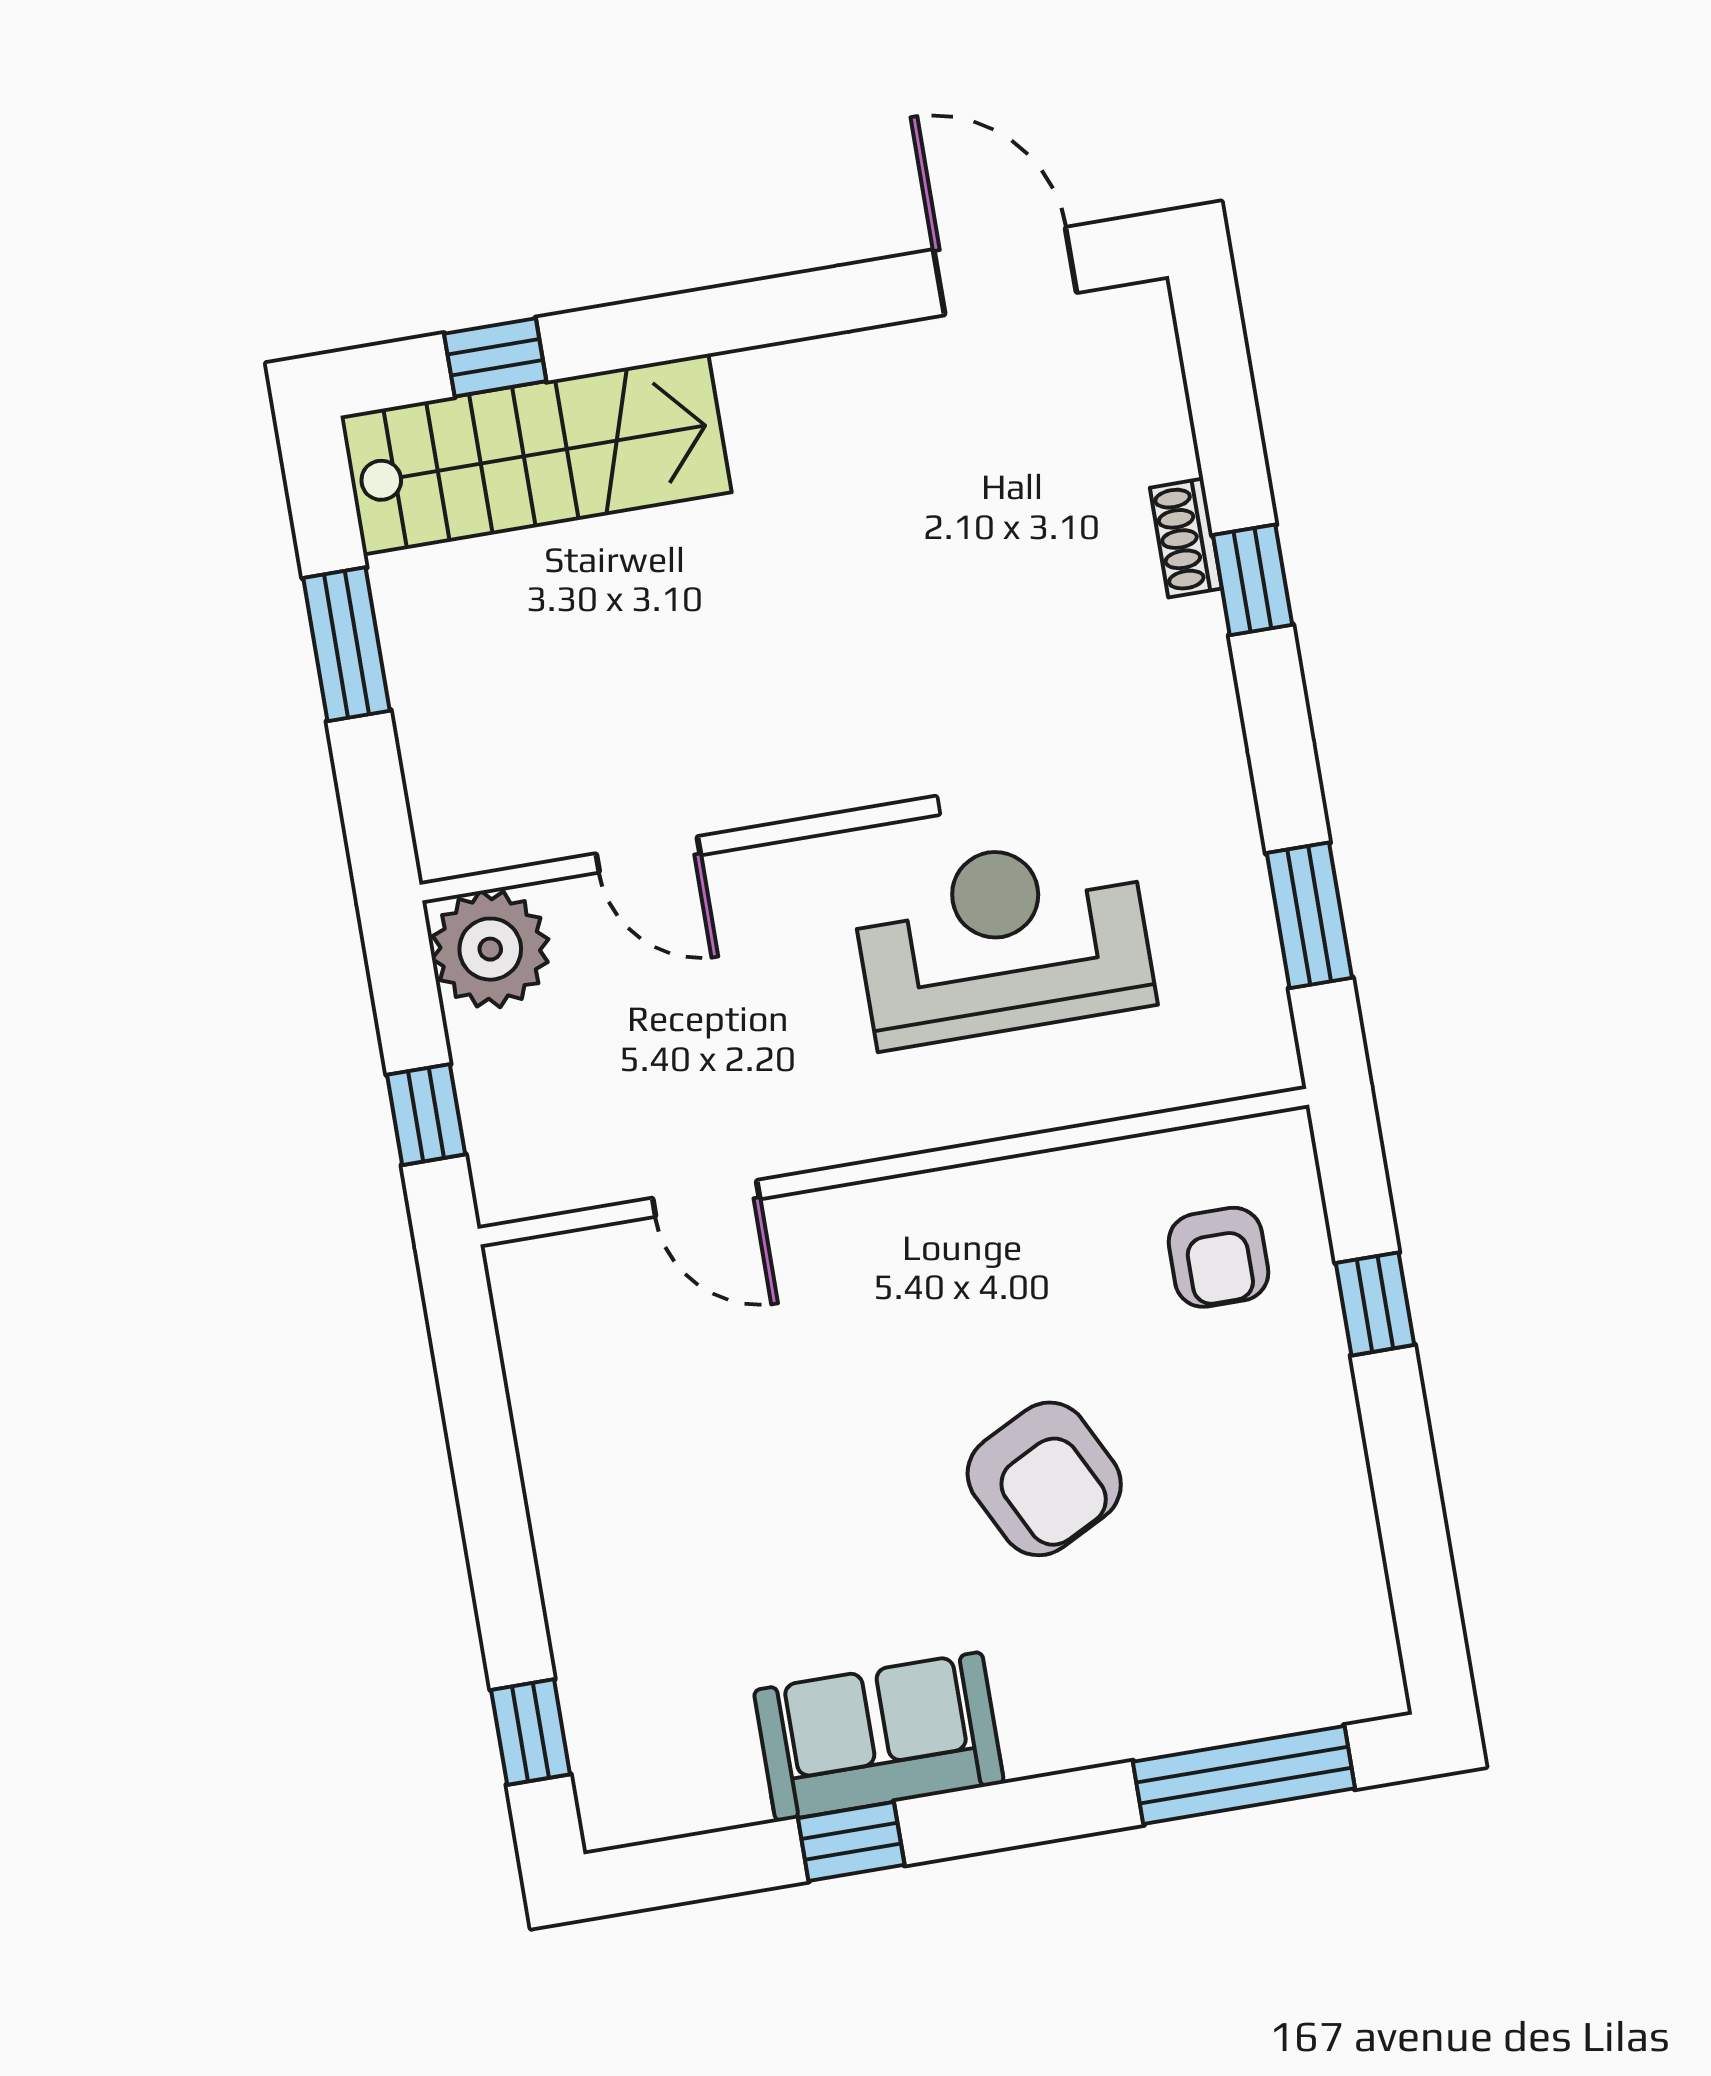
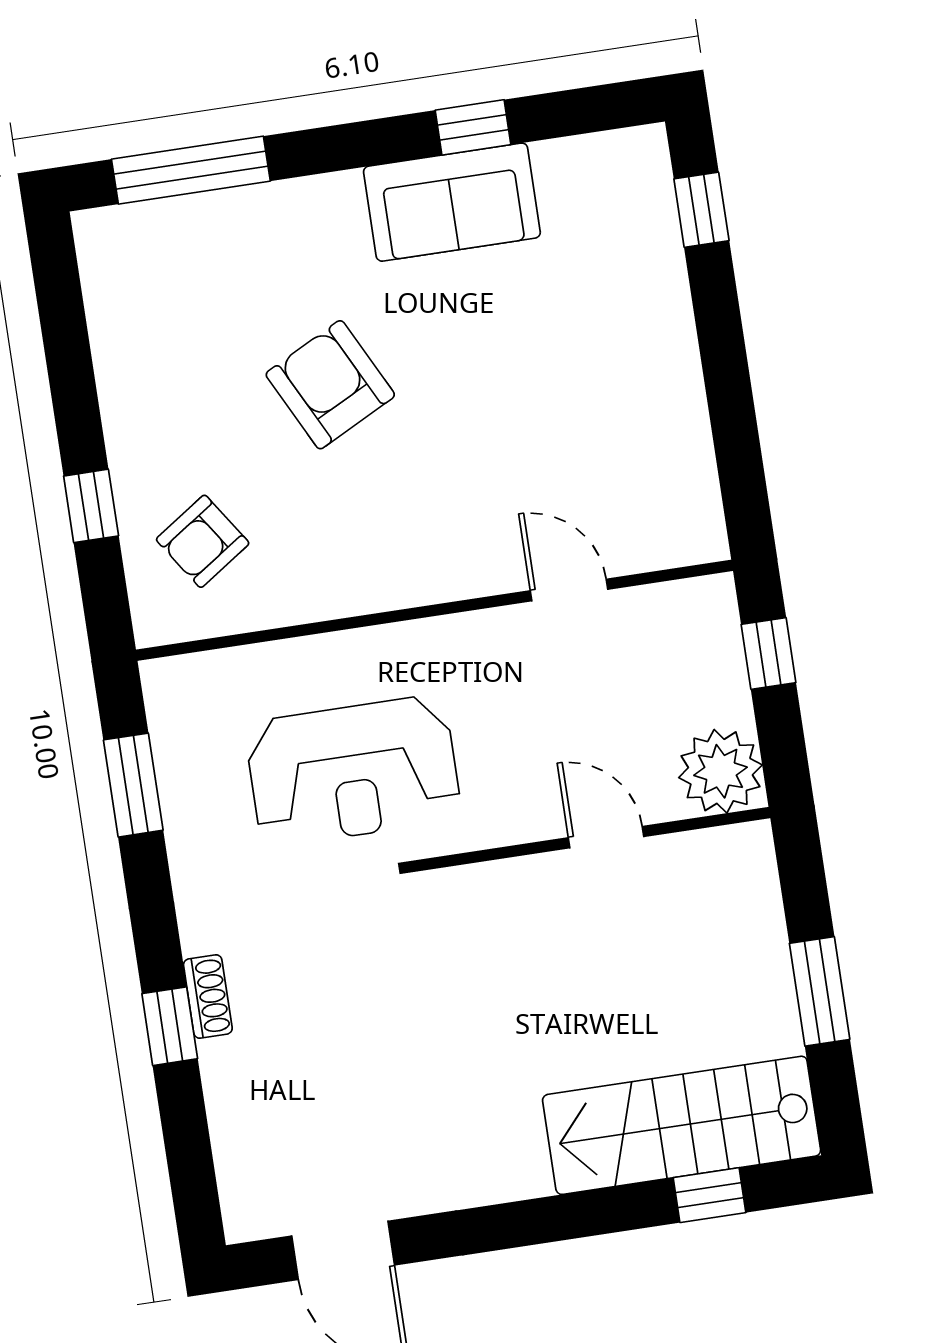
shoe rack: (1186, 538) -> (208, 996), moved
armchair: (1218, 1257) -> (203, 541), turned -124

